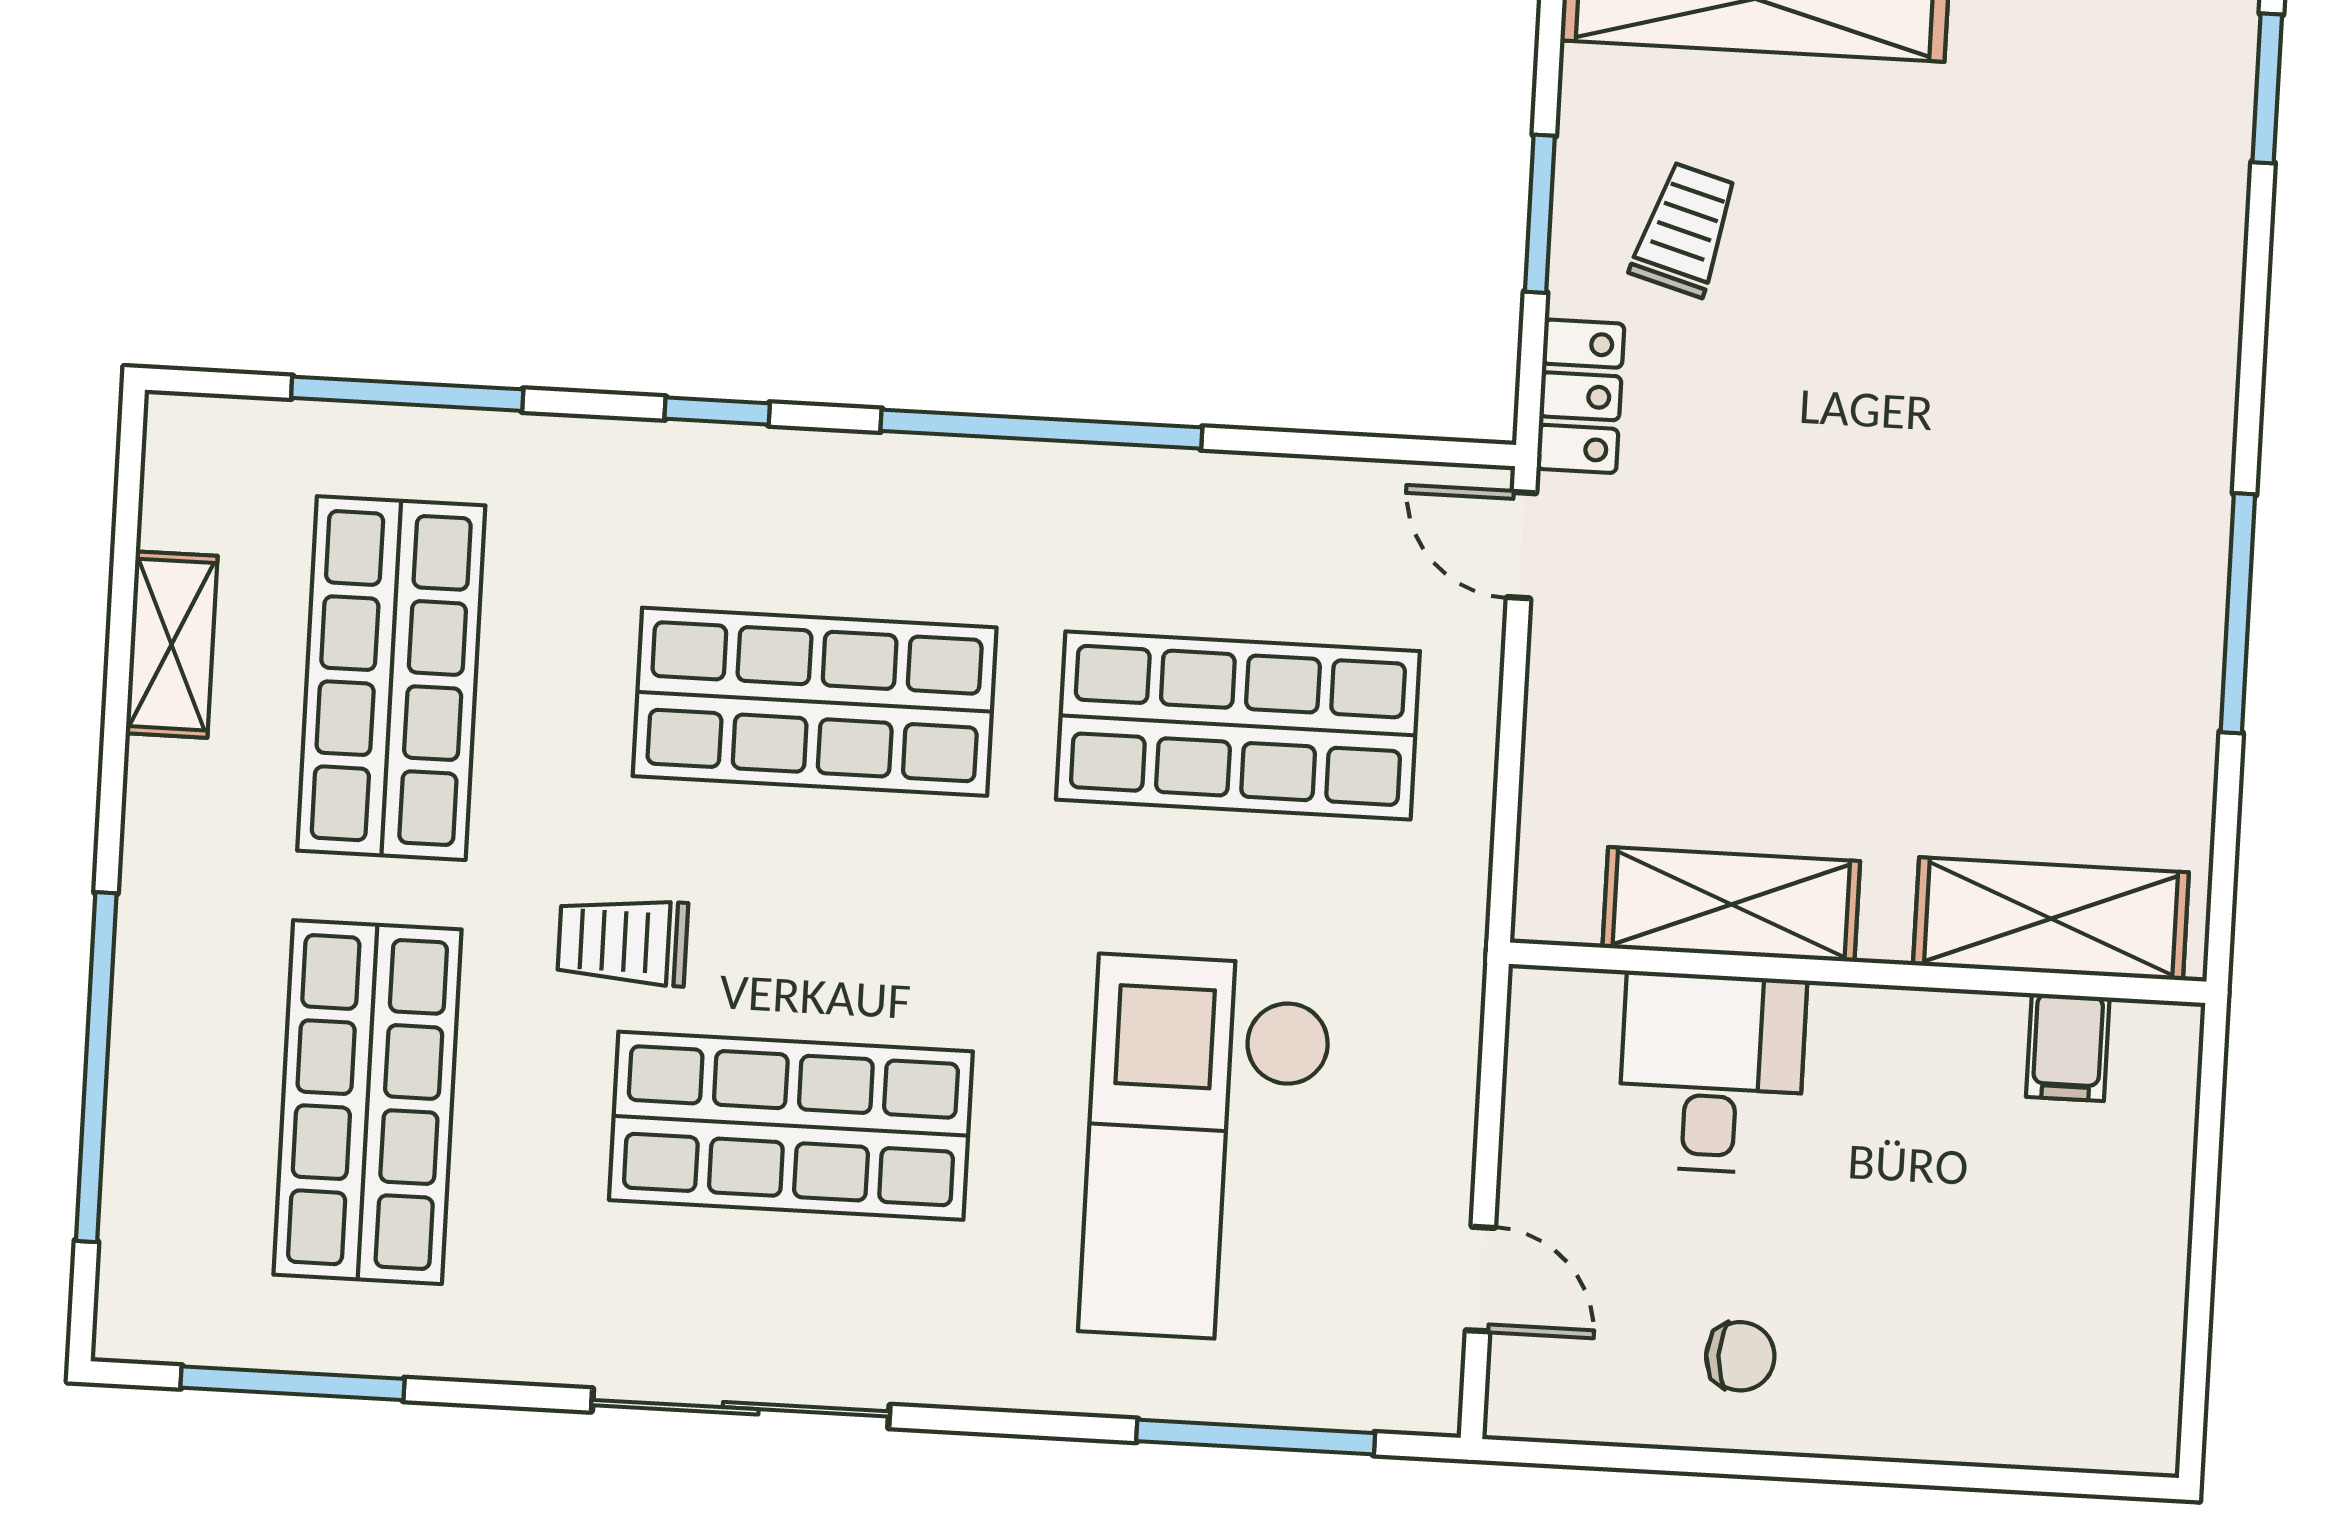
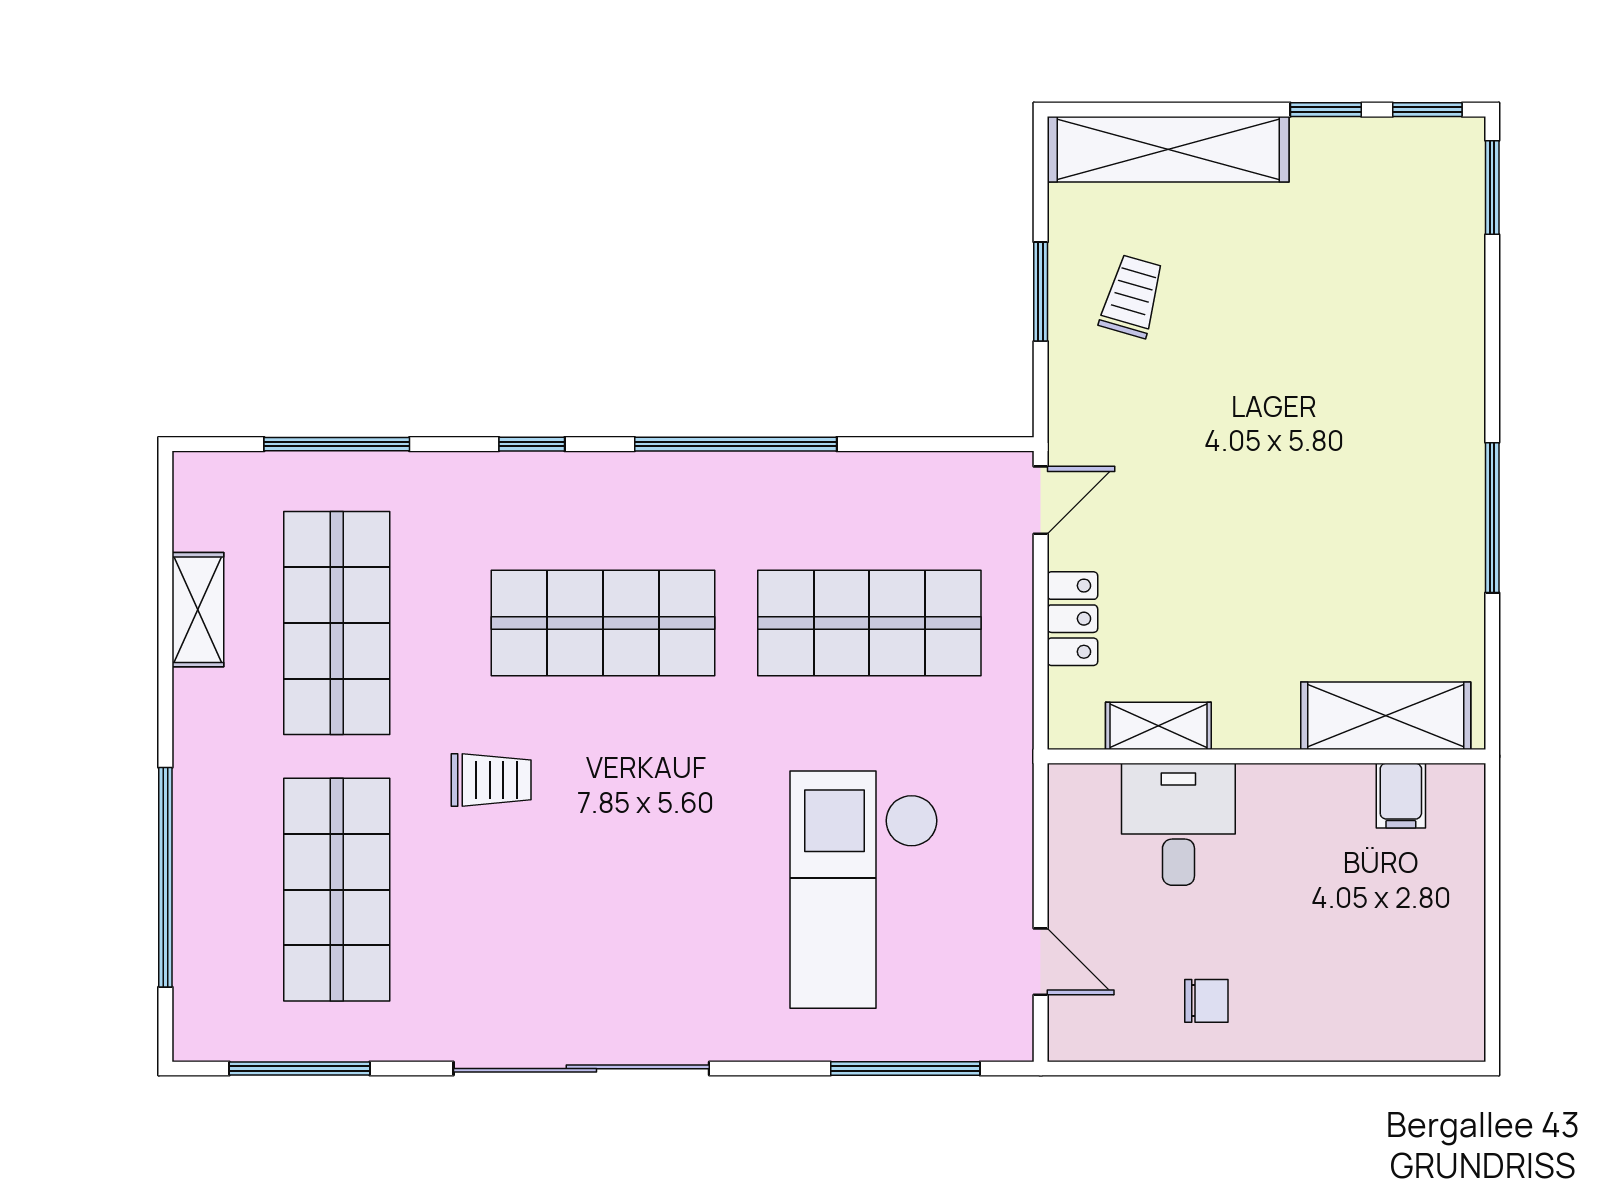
locker: (1580, 396) -> (1072, 619), moved
door: (1521, 545) -> (1041, 500), swing flipped
shelving: (1731, 904) -> (1158, 726), width x0.67, depth x0.75
trolley: (623, 941) -> (491, 780), turned 180
shop shelf: (791, 1126) -> (603, 890), removed
sliding door: (741, 1408) -> (581, 1069), width x1.36

